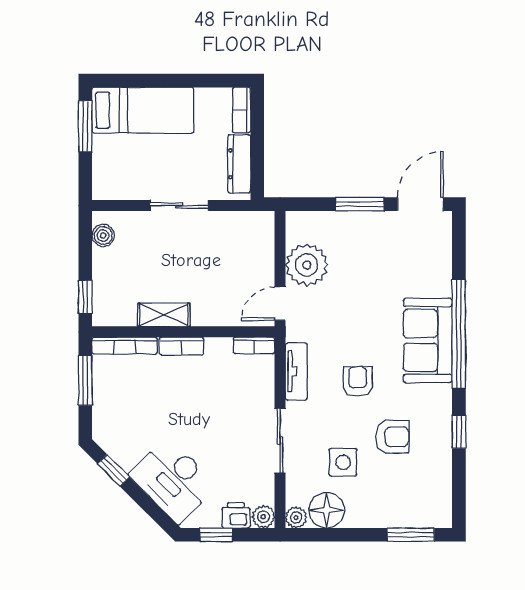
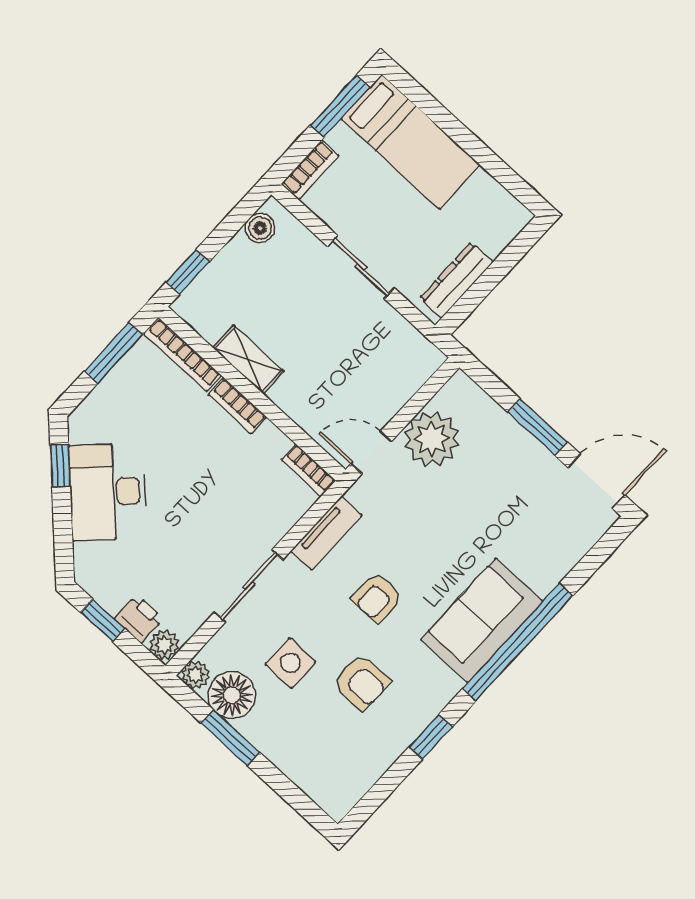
bookcase: (241, 110) -> (310, 169), moved, turned 180
armchair: (358, 381) -> (377, 598), turned 180
desk: (173, 480) -> (108, 492), moved
window: (411, 535) -> (230, 738), moved

